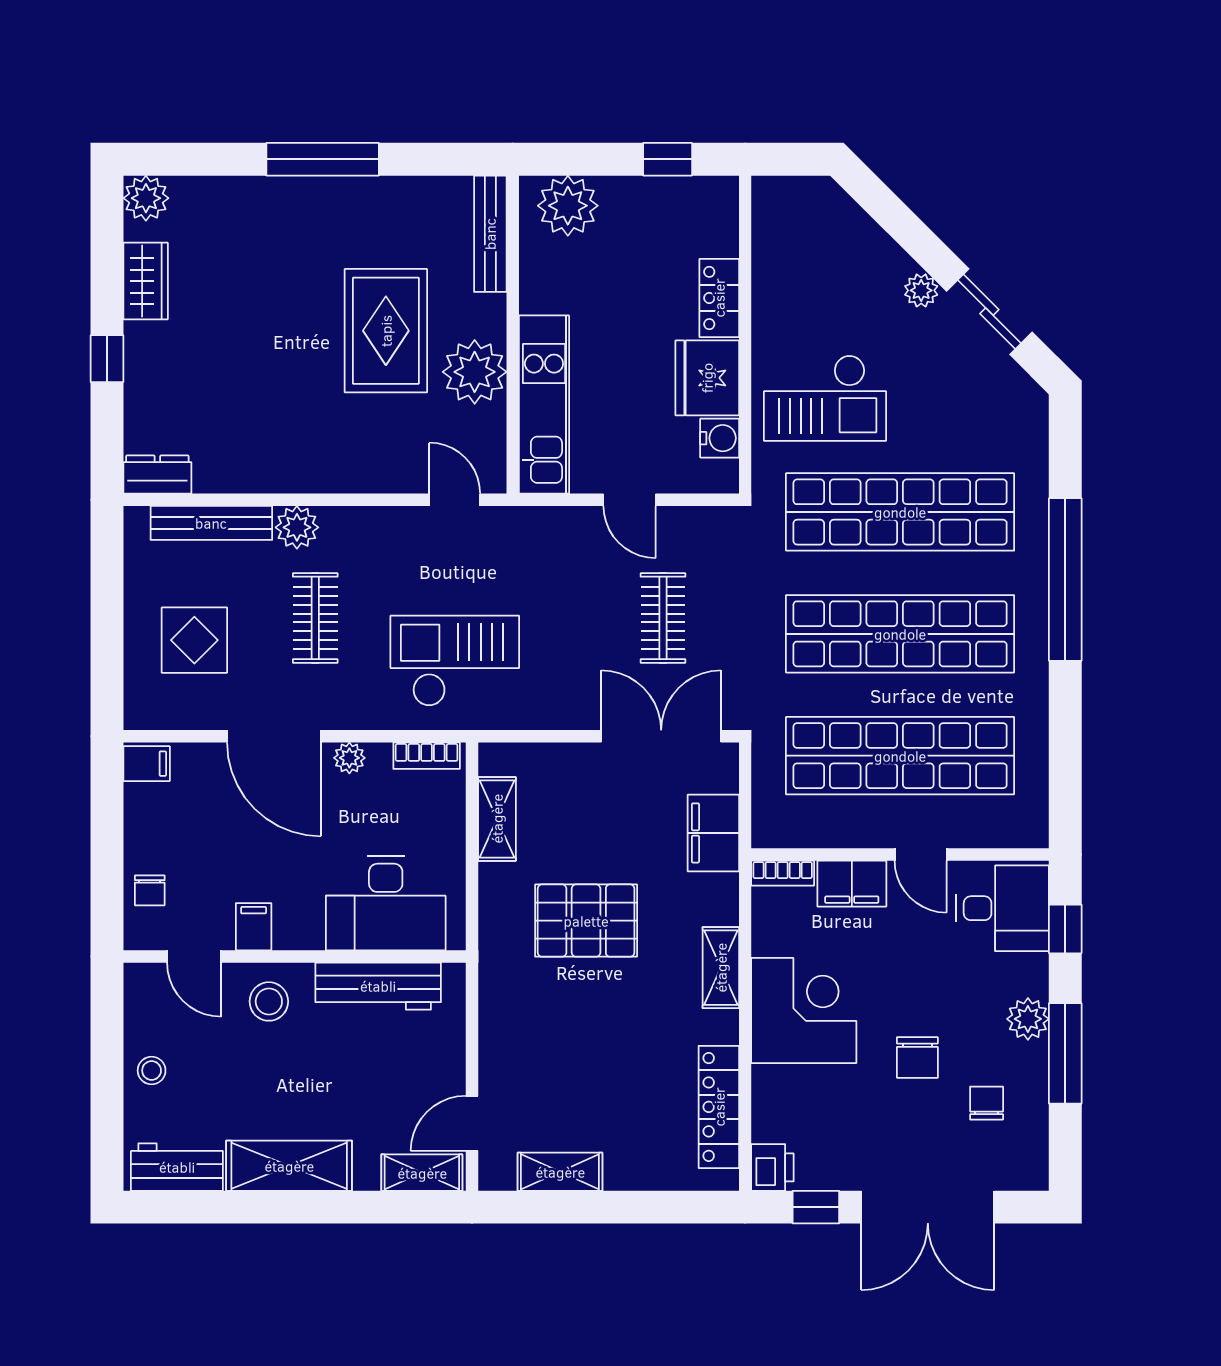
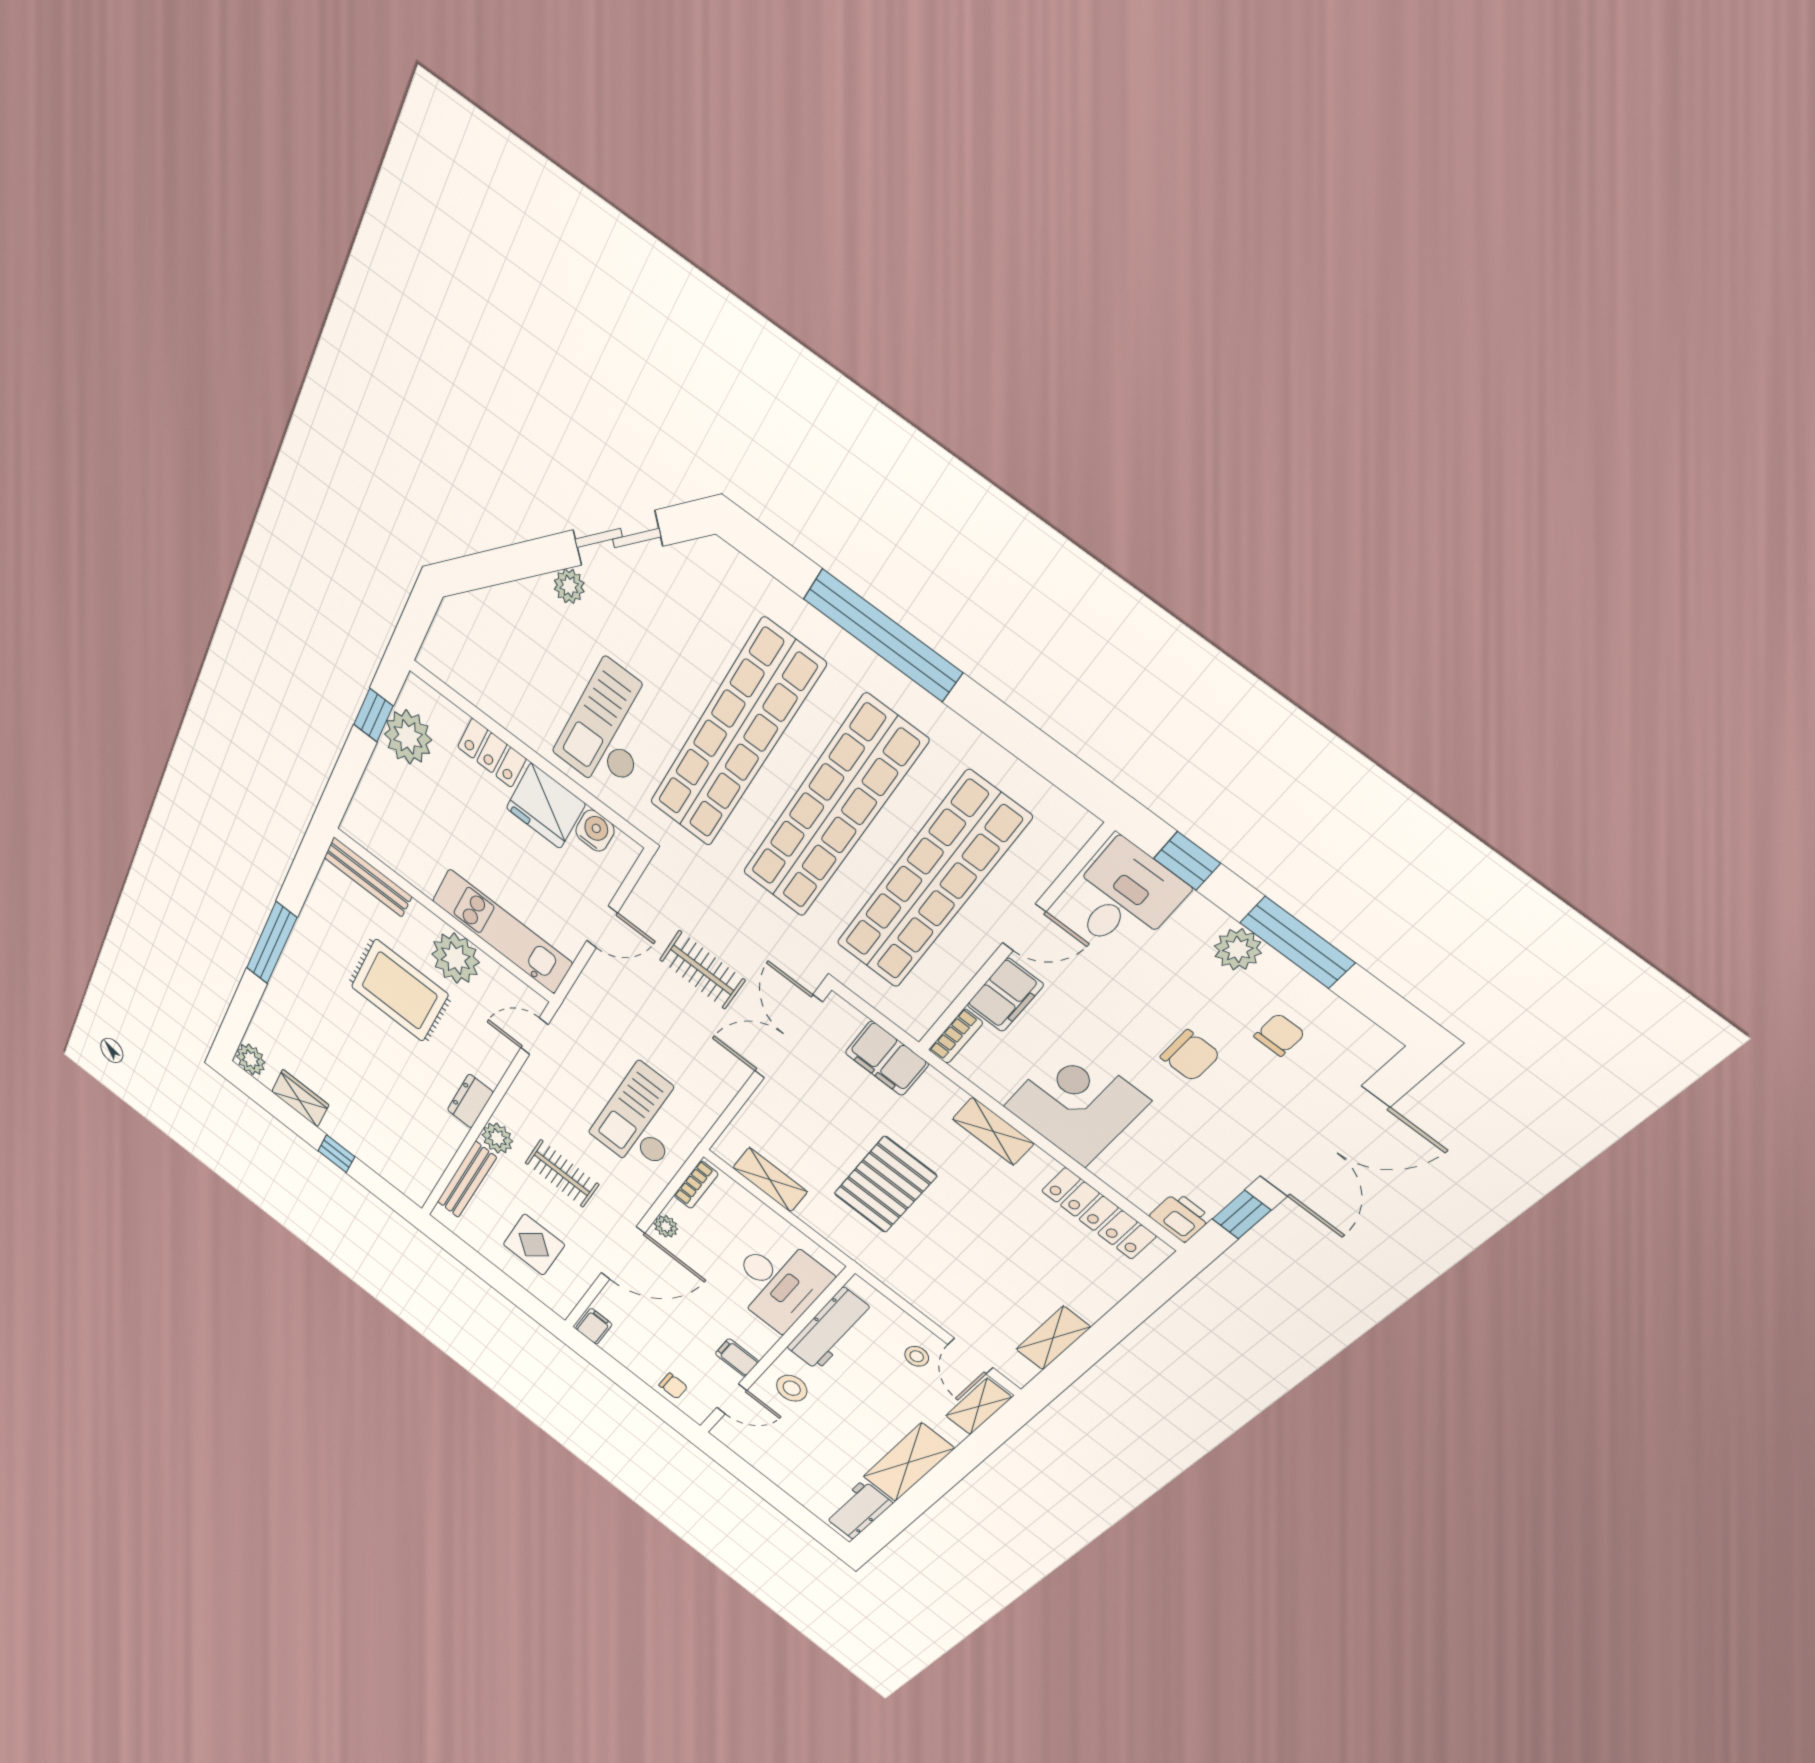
plant: (568, 206) -> (408, 737), moved
checkout: (825, 398) -> (610, 729), turned 180
dresser: (157, 474) -> (470, 1101), moved
stool: (152, 1071) -> (917, 1356), moved
chair: (987, 1103) -> (1279, 1035), turned 90

